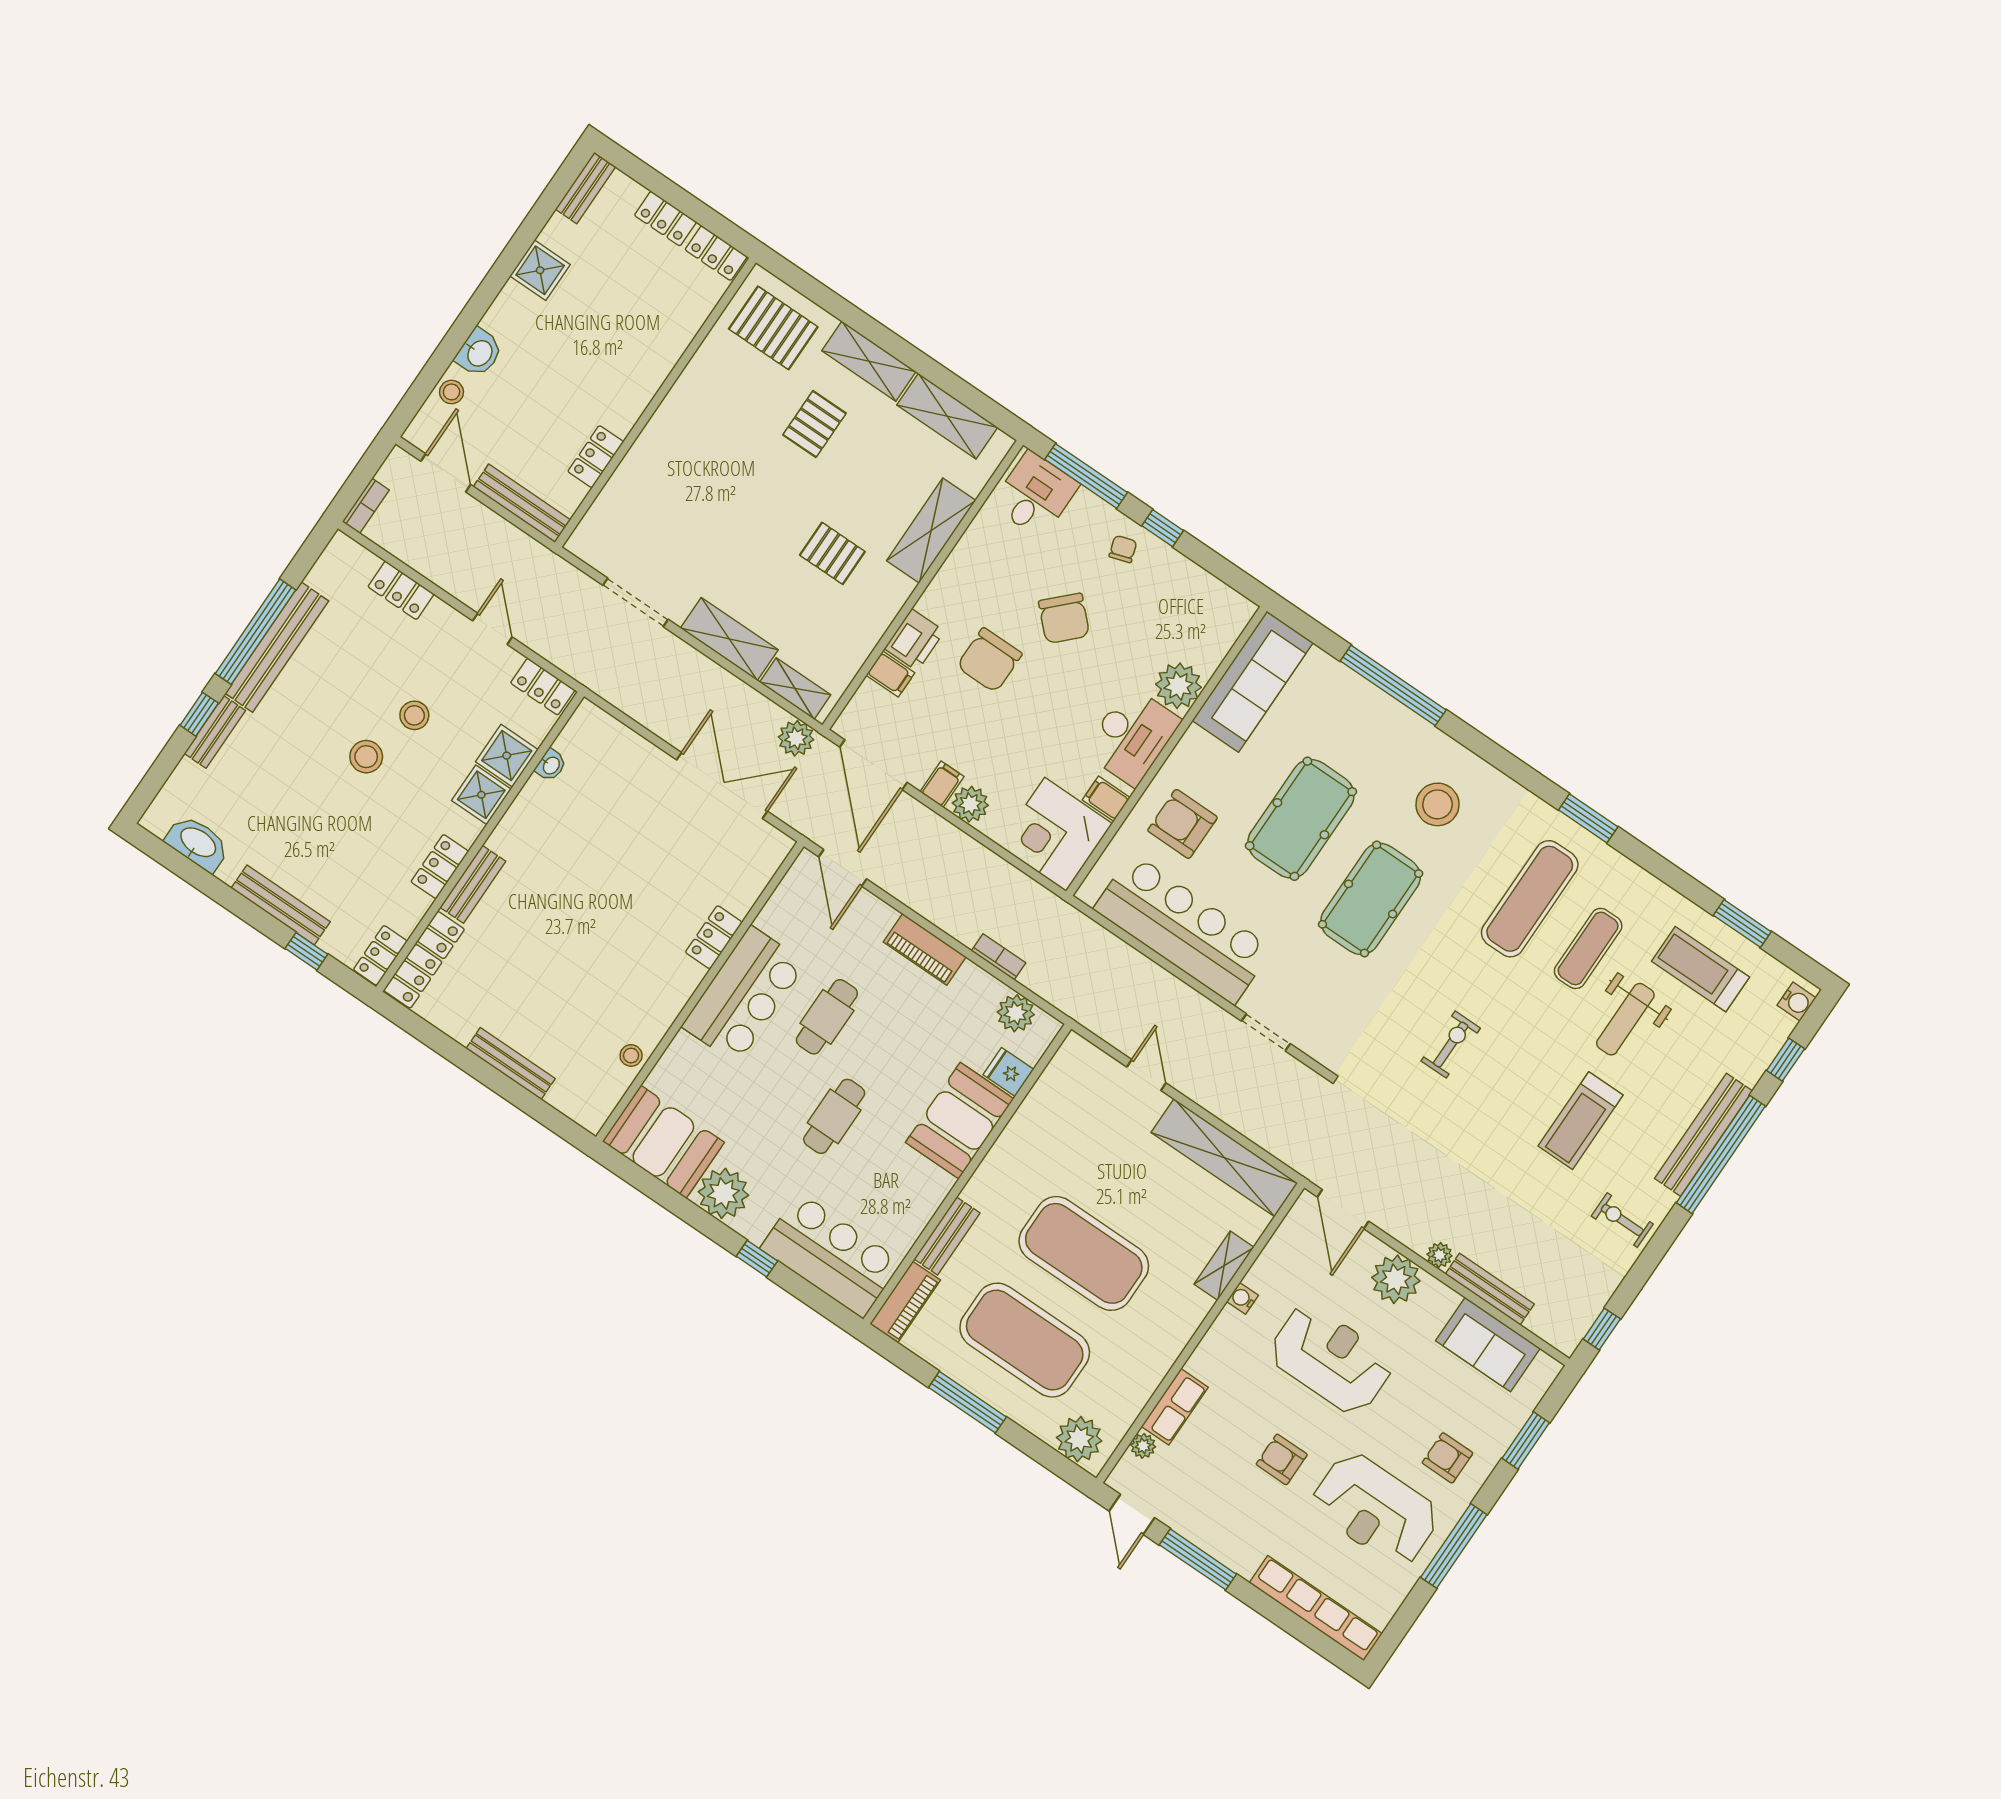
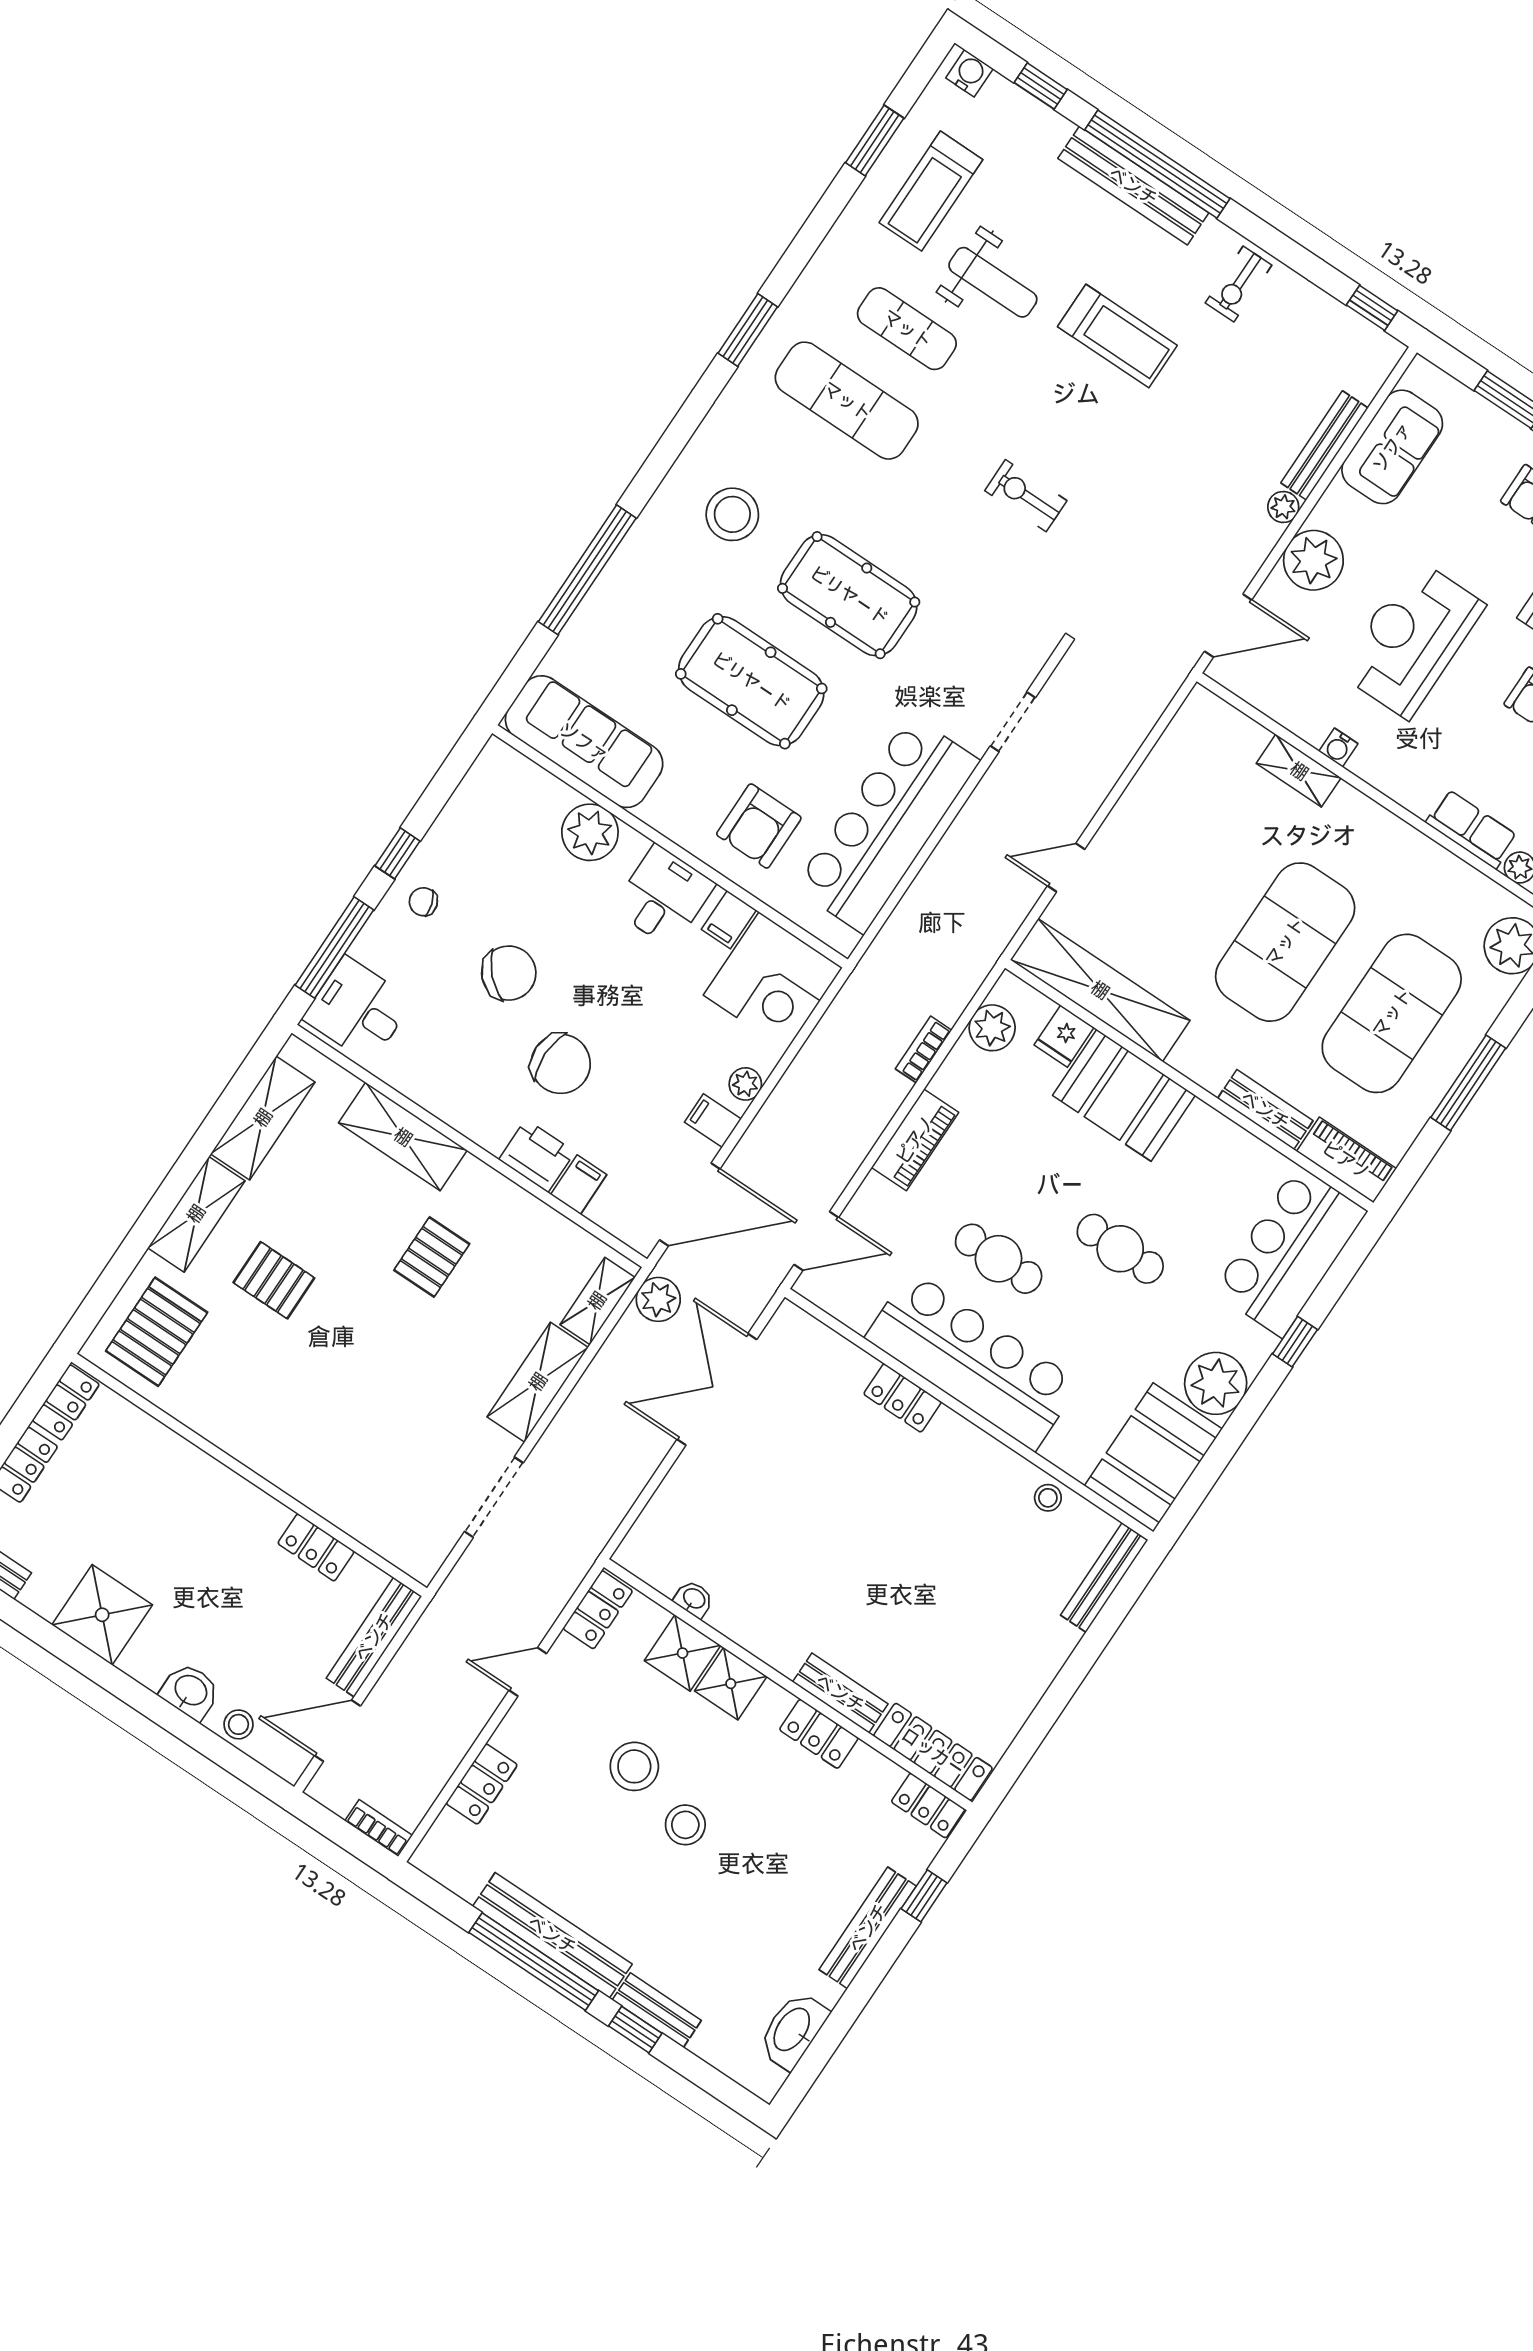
shower: (540, 270) -> (102, 1615), width x1.36, depth x1.36
stool: (414, 715) -> (634, 1766), width x1.38, depth x1.38
desk: (1132, 736) -> (664, 896), width x0.73
plant: (970, 804) -> (745, 1084), width x0.73, depth x0.73
bar counter: (744, 995) -> (973, 1361), width x1.36
bench: (511, 1064) -> (1104, 1577), moved
shelving: (1224, 1158) -> (1100, 990), moved, turned 90

